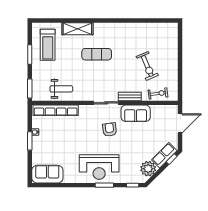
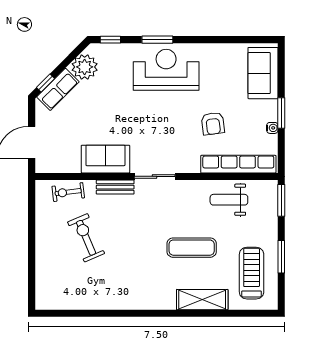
exercise mat: (97, 54) -> (192, 248), moved
armchair: (110, 130) -> (213, 124), moved
sofa: (47, 174) -> (263, 73), moved, turned 90

